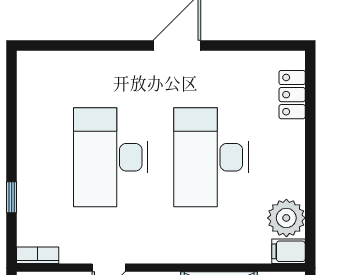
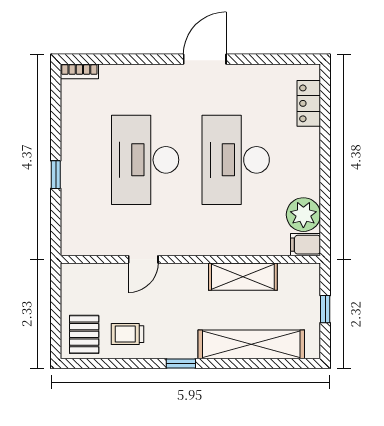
window: (12, 197) -> (56, 175), moved
bookcase: (38, 255) -> (79, 71), moved, turned 180

